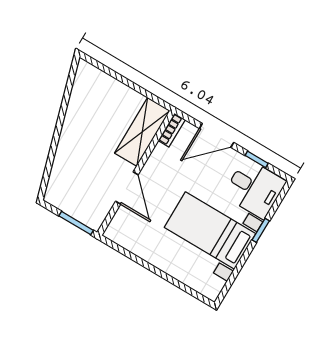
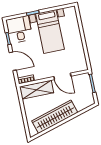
wardrobe: (78, 122) -> (55, 117), added
door: (127, 188) -> (62, 76), swing flipped

